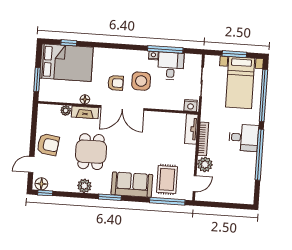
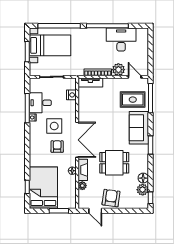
nightstand: (191, 106) -> (71, 95), moved
desk: (244, 138) -> (121, 40), moved, width x1.37
door: (31, 164) -> (95, 211), moved
floor lamp: (41, 184) -> (143, 178), moved
plant: (84, 186) -> (143, 190), moved

